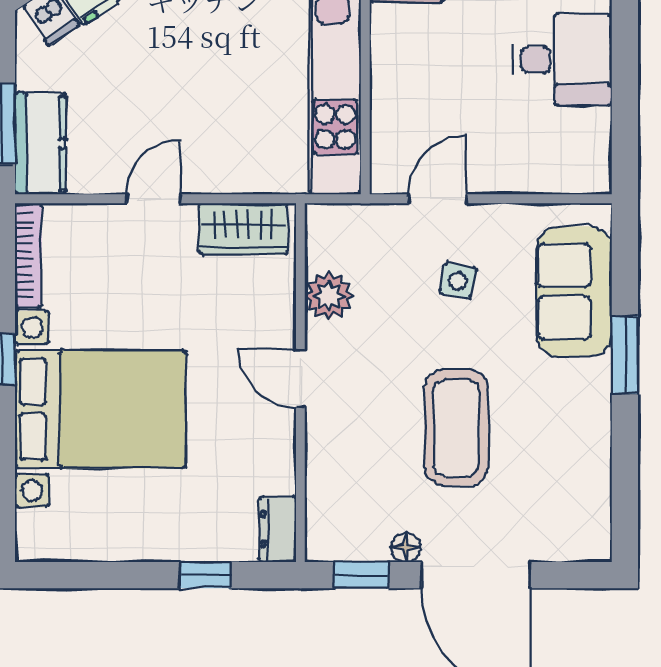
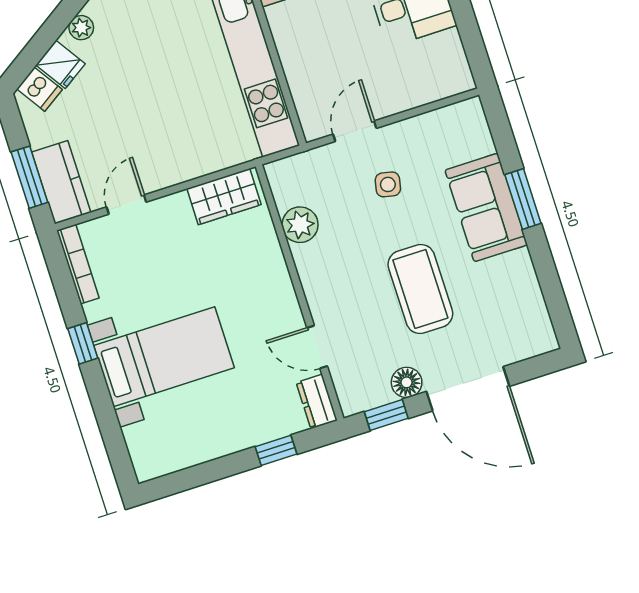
door: (153, 199) -> (126, 205), moved
sofa: (574, 292) -> (486, 207), moved
door: (300, 378) -> (317, 347), moved
bed with nightstands: (100, 409) -> (164, 357), width x0.73
floor lamp: (406, 547) -> (407, 382), width x1.37, depth x1.37

